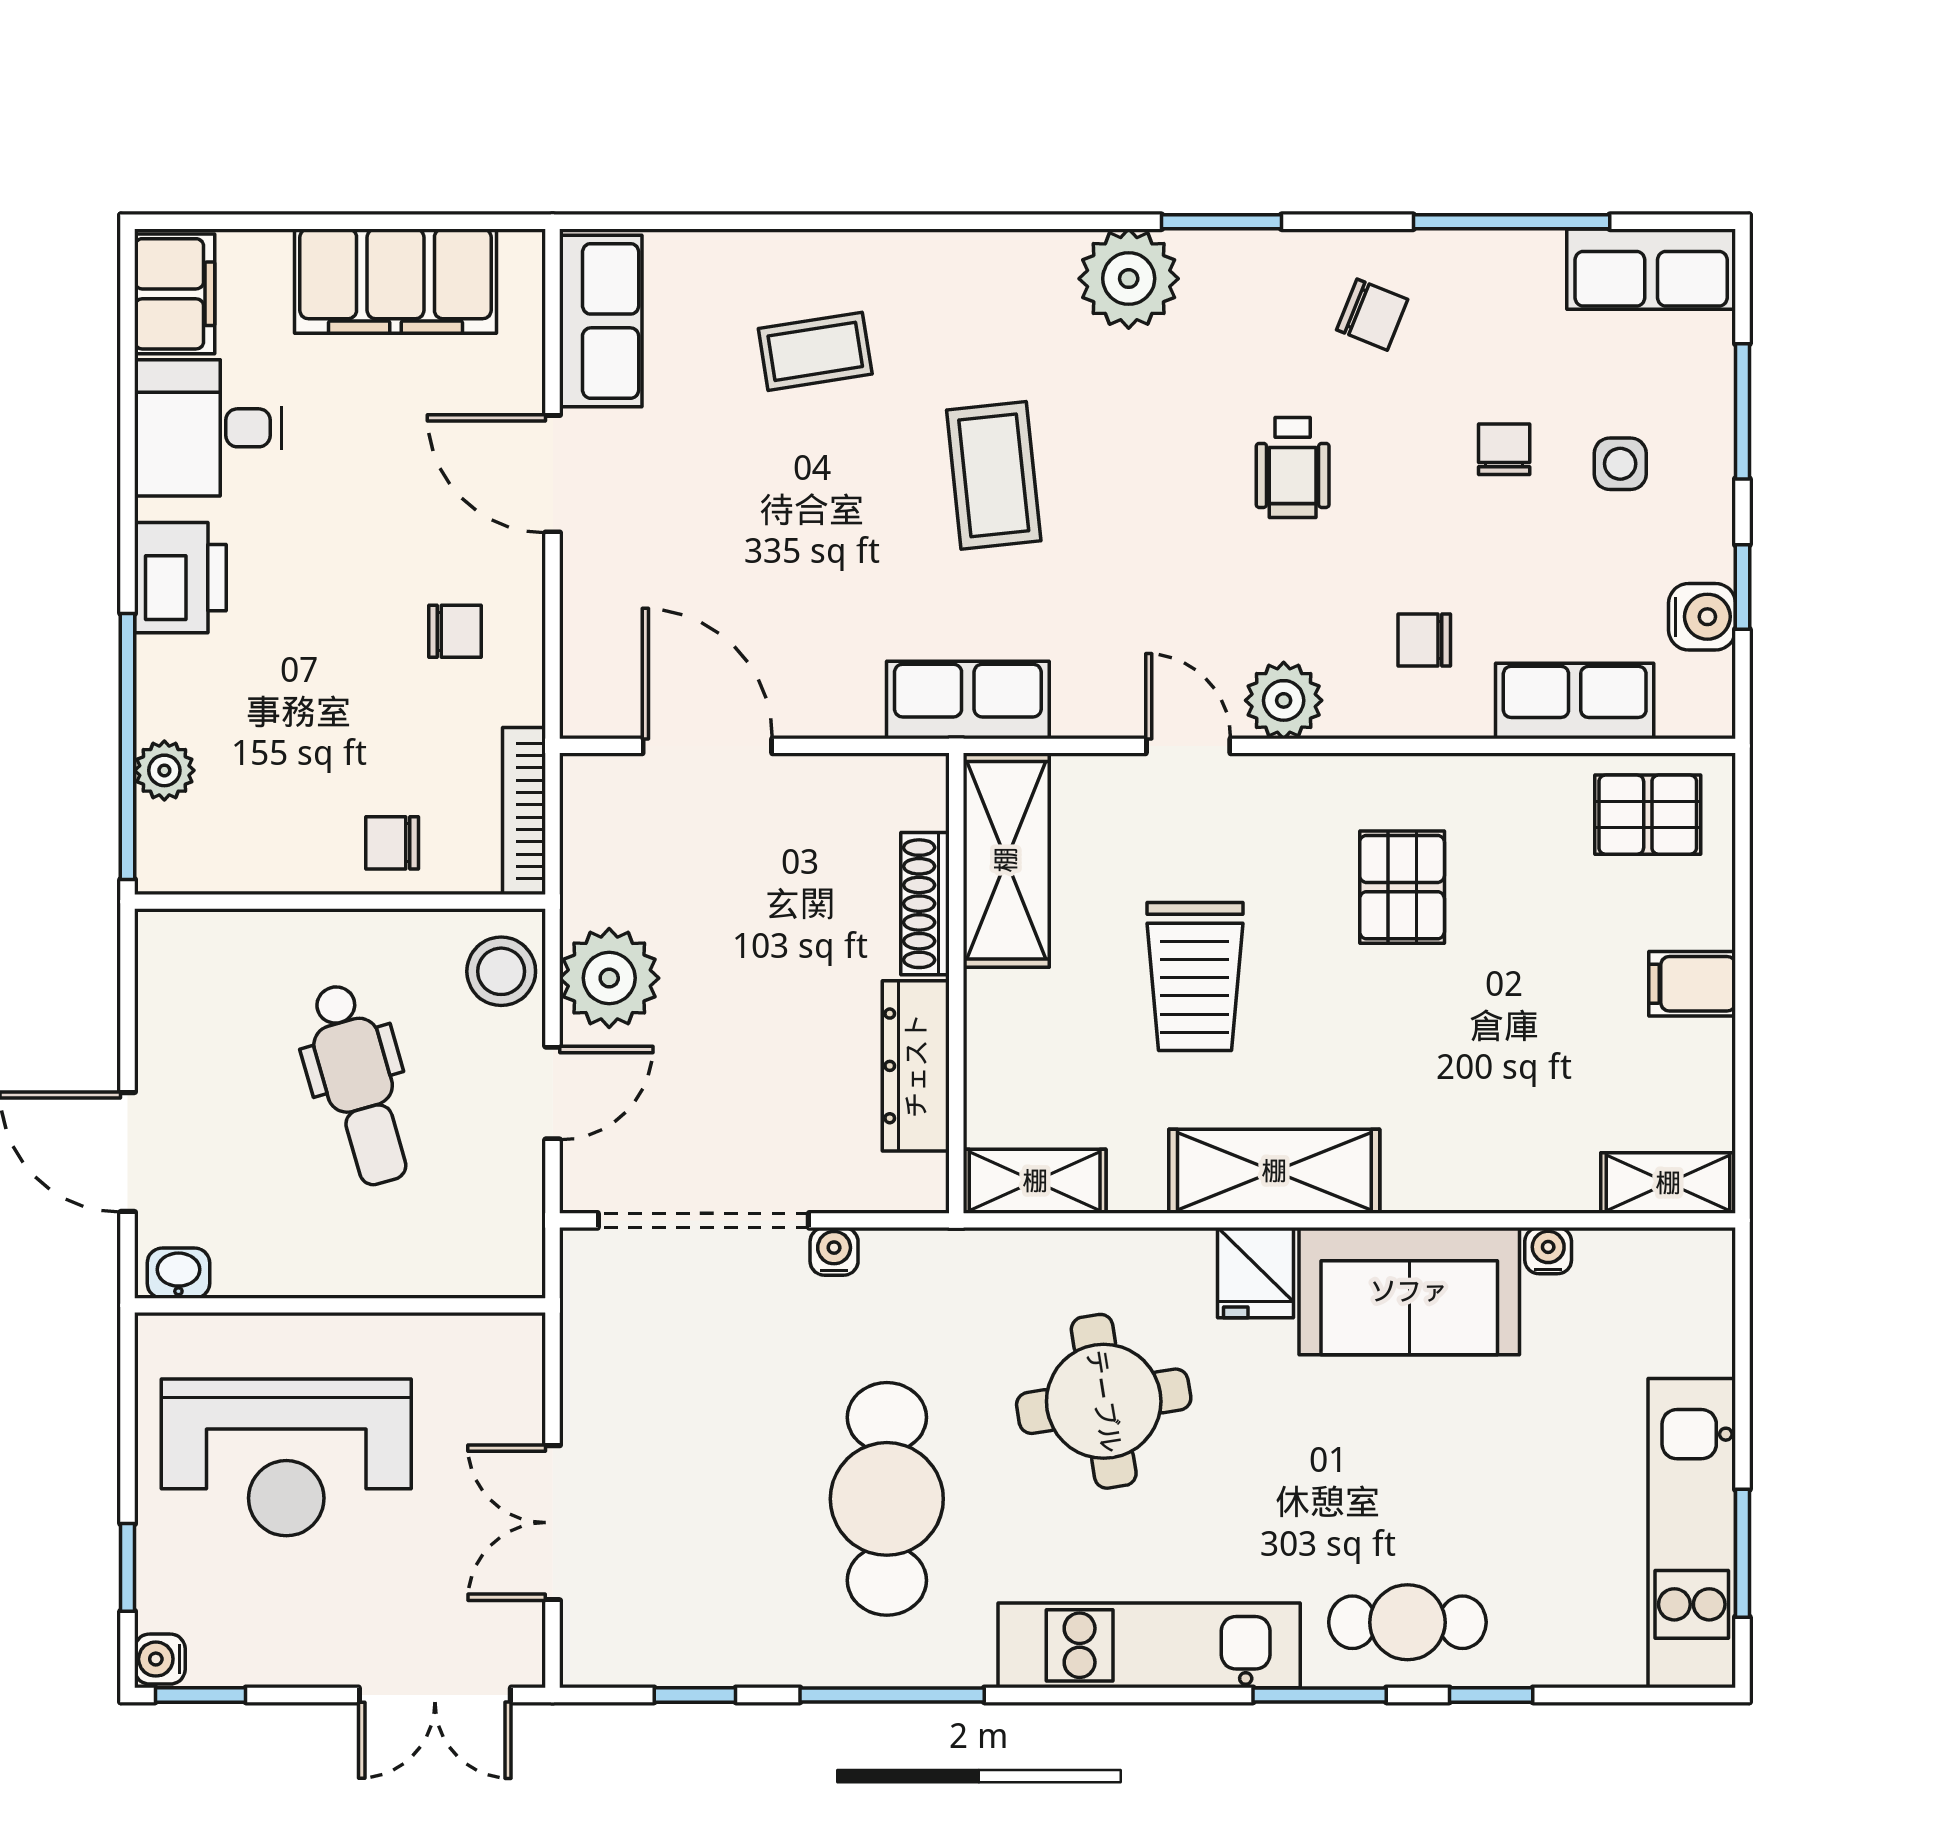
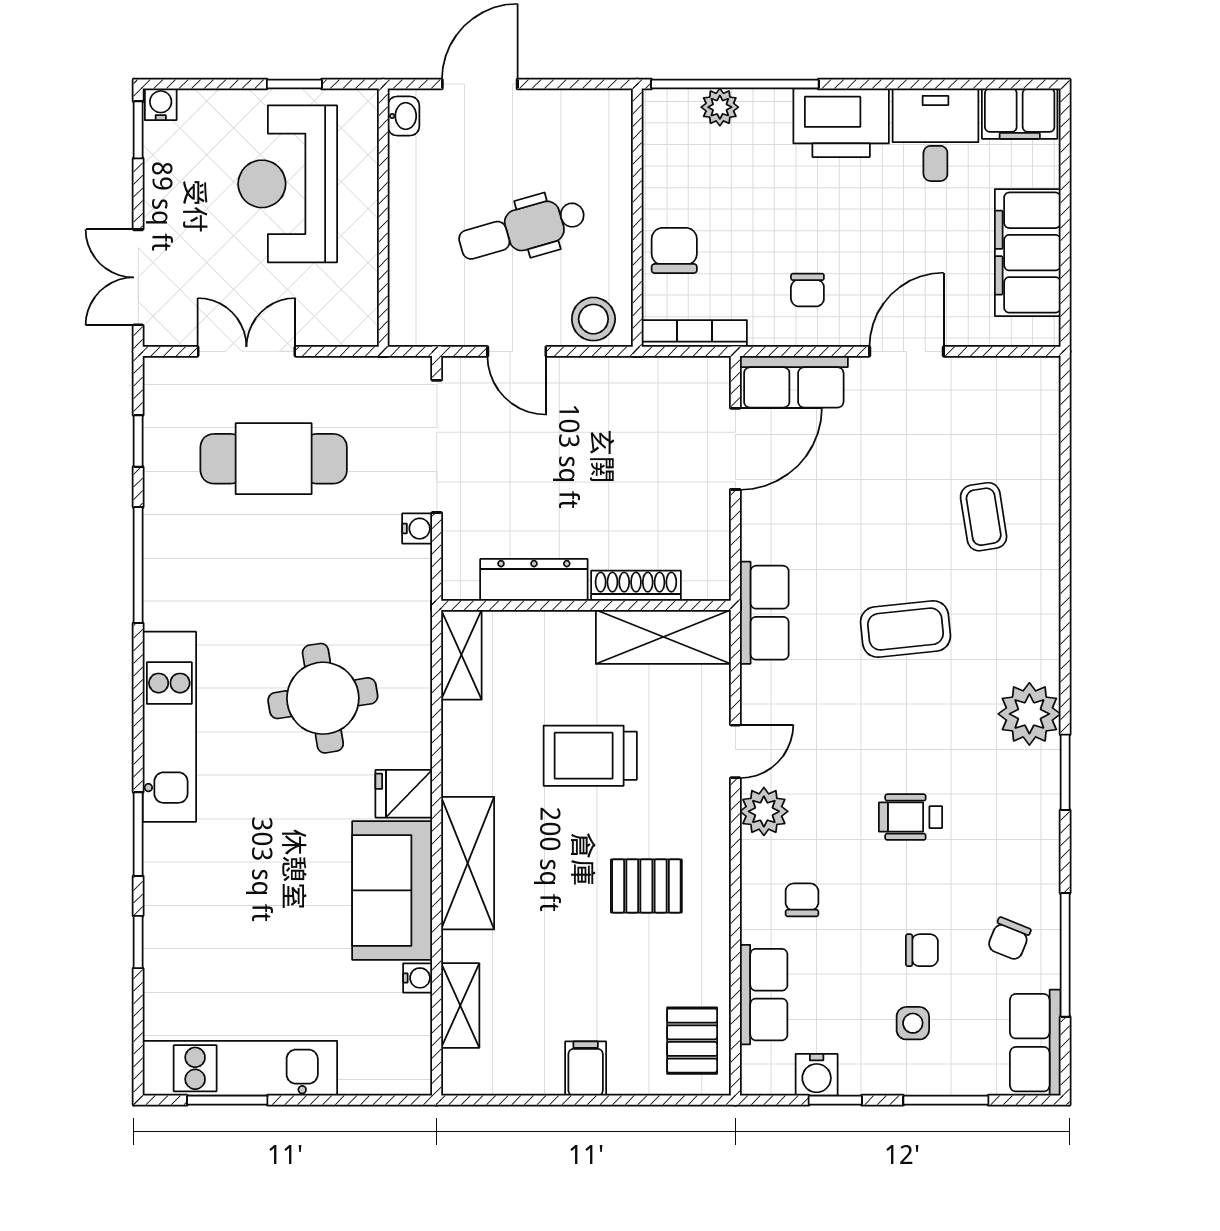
chair: (1372, 315) -> (1009, 939), moved
row of seats: (601, 321) -> (794, 382), moved
printer: (180, 578) -> (841, 123), width x1.37, depth x1.19
chair: (392, 843) -> (674, 250), width x1.37, depth x1.37
plant: (609, 978) -> (589, 387), removed
shelving: (1274, 1171) -> (468, 863), moved
shelving: (1668, 1183) -> (460, 1006), moved
cafe table: (887, 1499) -> (274, 459), moved
window: (128, 1567) -> (294, 84), moved
cafe table: (1407, 1622) -> (184, 889), removed

